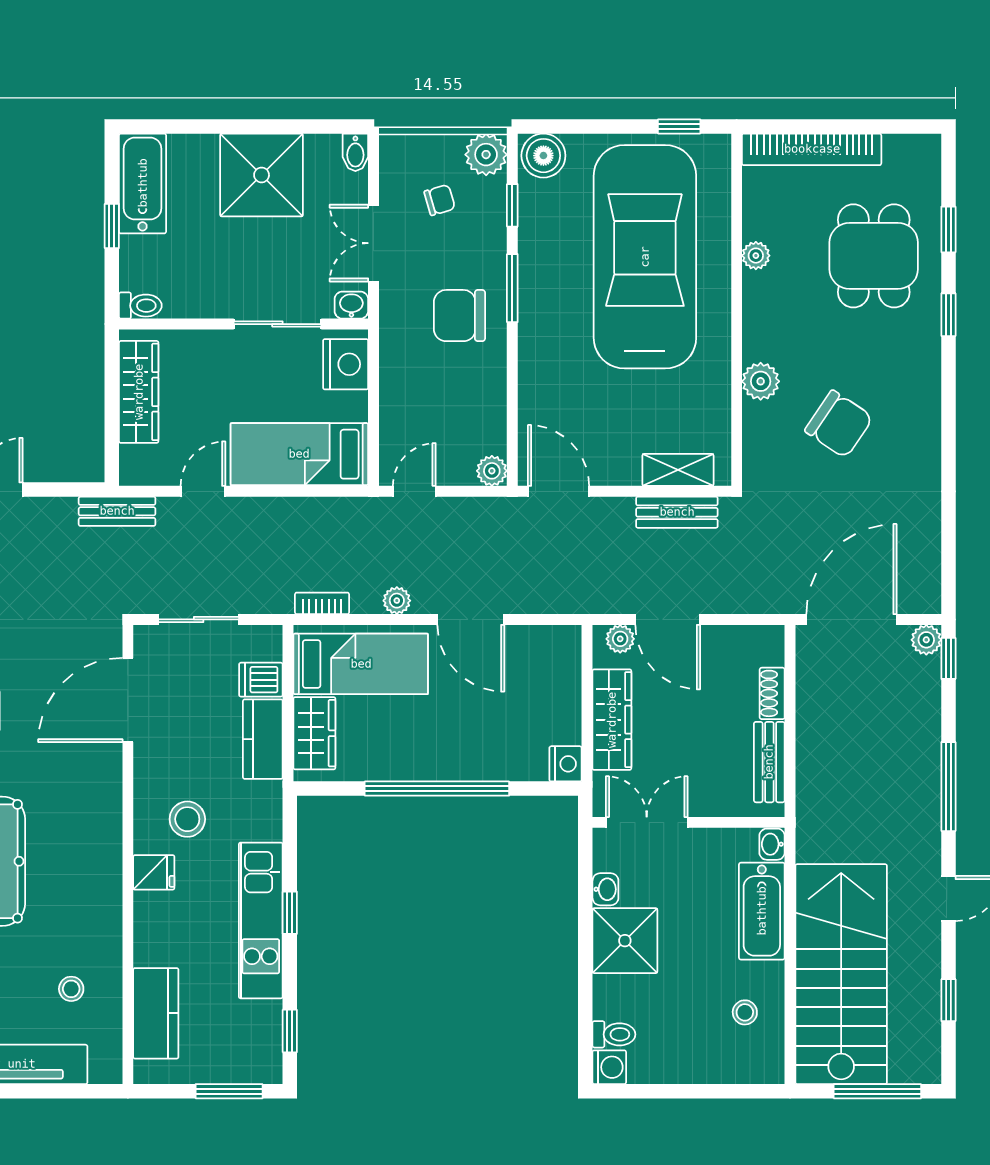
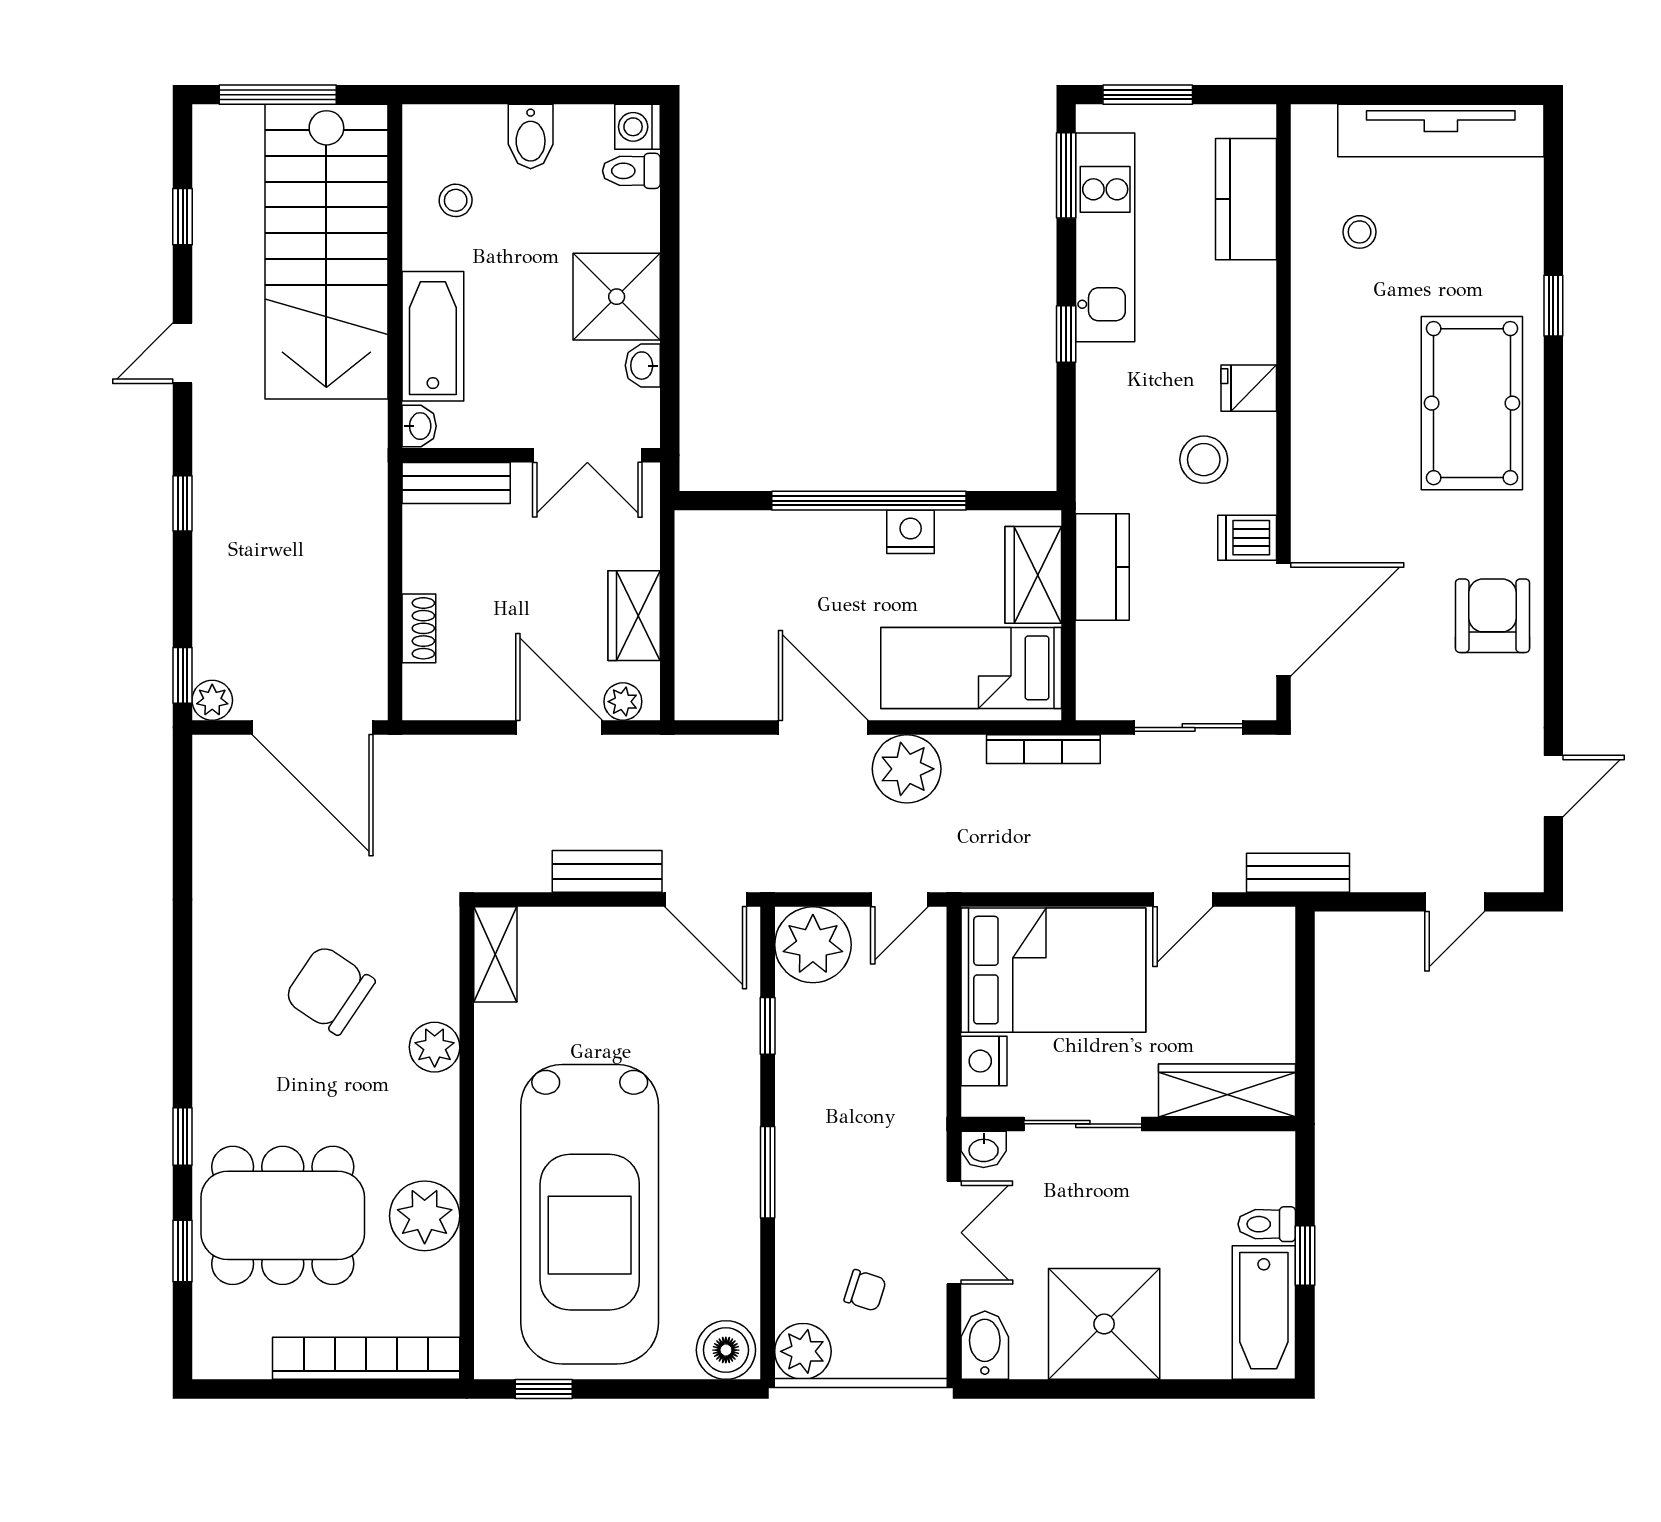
bidet: (355, 152) -> (985, 1345), width x1.38, depth x1.36
chair: (440, 200) -> (865, 1290), turned -146
window: (512, 205) -> (768, 1026), moved
plant: (756, 256) -> (425, 1216), width x1.87, depth x1.87
dining table: (874, 256) -> (283, 1215), width x1.38
toilet: (140, 306) -> (1267, 1224), moved
chair: (459, 316) -> (839, 1135), removed
nightstand: (346, 364) -> (984, 1061), width x0.74, depth x0.75
wardrobe: (139, 392) -> (1227, 1090), moved, turned 90
bed: (299, 454) -> (1053, 970), width x1.50
shelving: (678, 470) -> (495, 954), moved, turned 90
plant: (492, 471) -> (813, 945), width x1.88, depth x1.88
bench: (677, 512) -> (607, 871), moved
plant: (397, 601) -> (907, 769), width x1.87, depth x1.87
bookcase: (322, 603) -> (1043, 749), width x1.56
door: (851, 619) -> (313, 728), hinge flipped
dishwasher: (261, 680) -> (1247, 538), moved, turned 180
wardrobe: (612, 720) -> (634, 616), width x0.67
bench: (769, 762) -> (456, 483), moved, turned 90
nightstand: (566, 764) -> (911, 532), moved, turned 90
window: (948, 787) -> (183, 503), width x0.46
kitchen unit: (261, 920) -> (1105, 237), moved
window: (290, 1031) -> (1066, 175), width x1.50
bidet: (689, 1060) -> (531, 137), added

